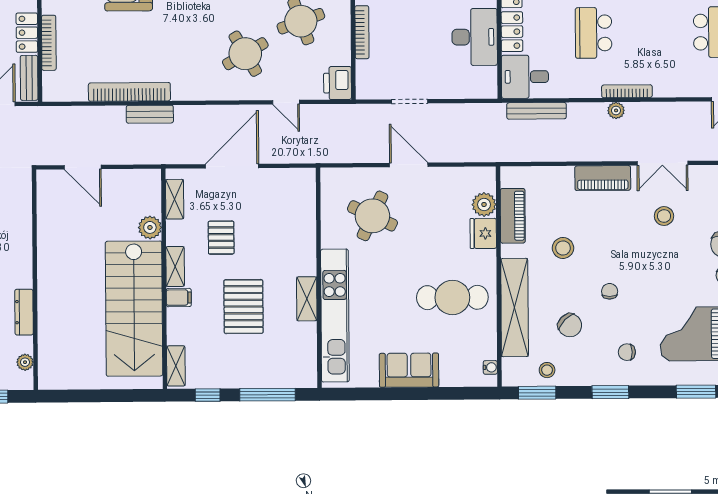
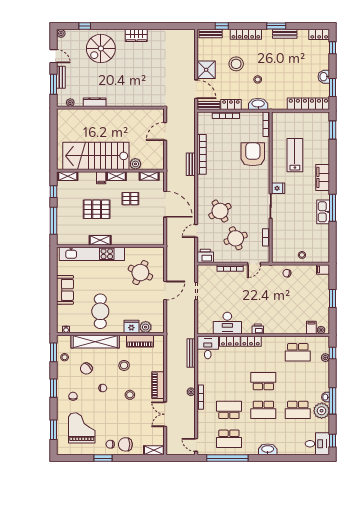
school desk: (594, 33) -> (229, 410), moved
stool: (664, 216) -> (130, 395), moved

